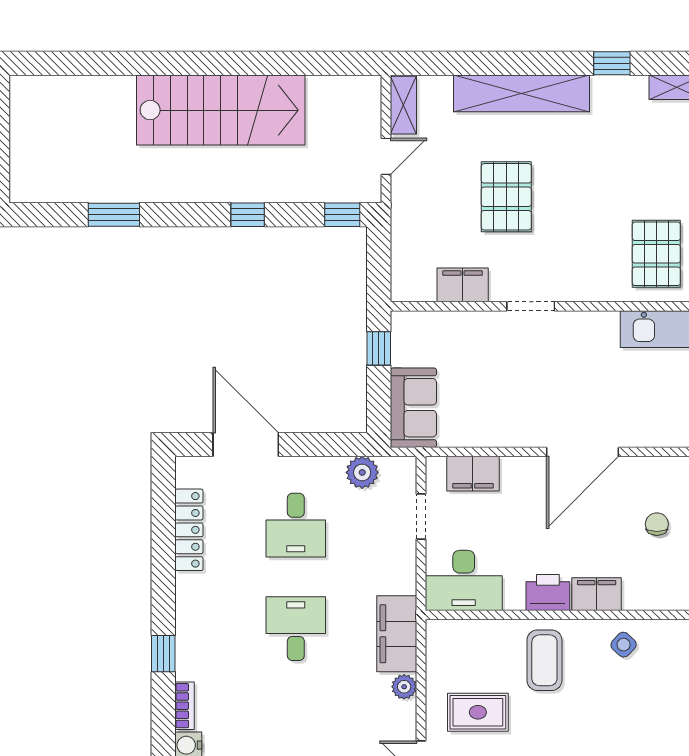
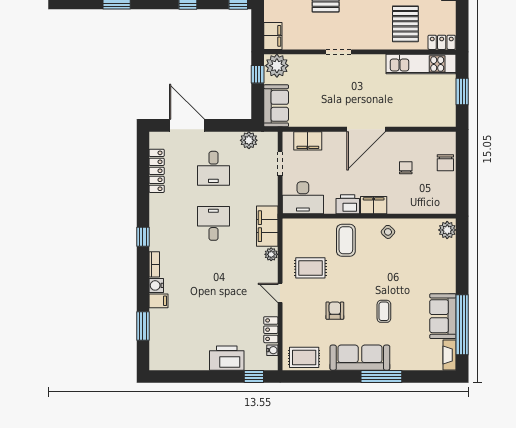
filing cabinet: (463, 285) -> (273, 36), moved, turned 90
plant: (415, 332) -> (277, 66), added

